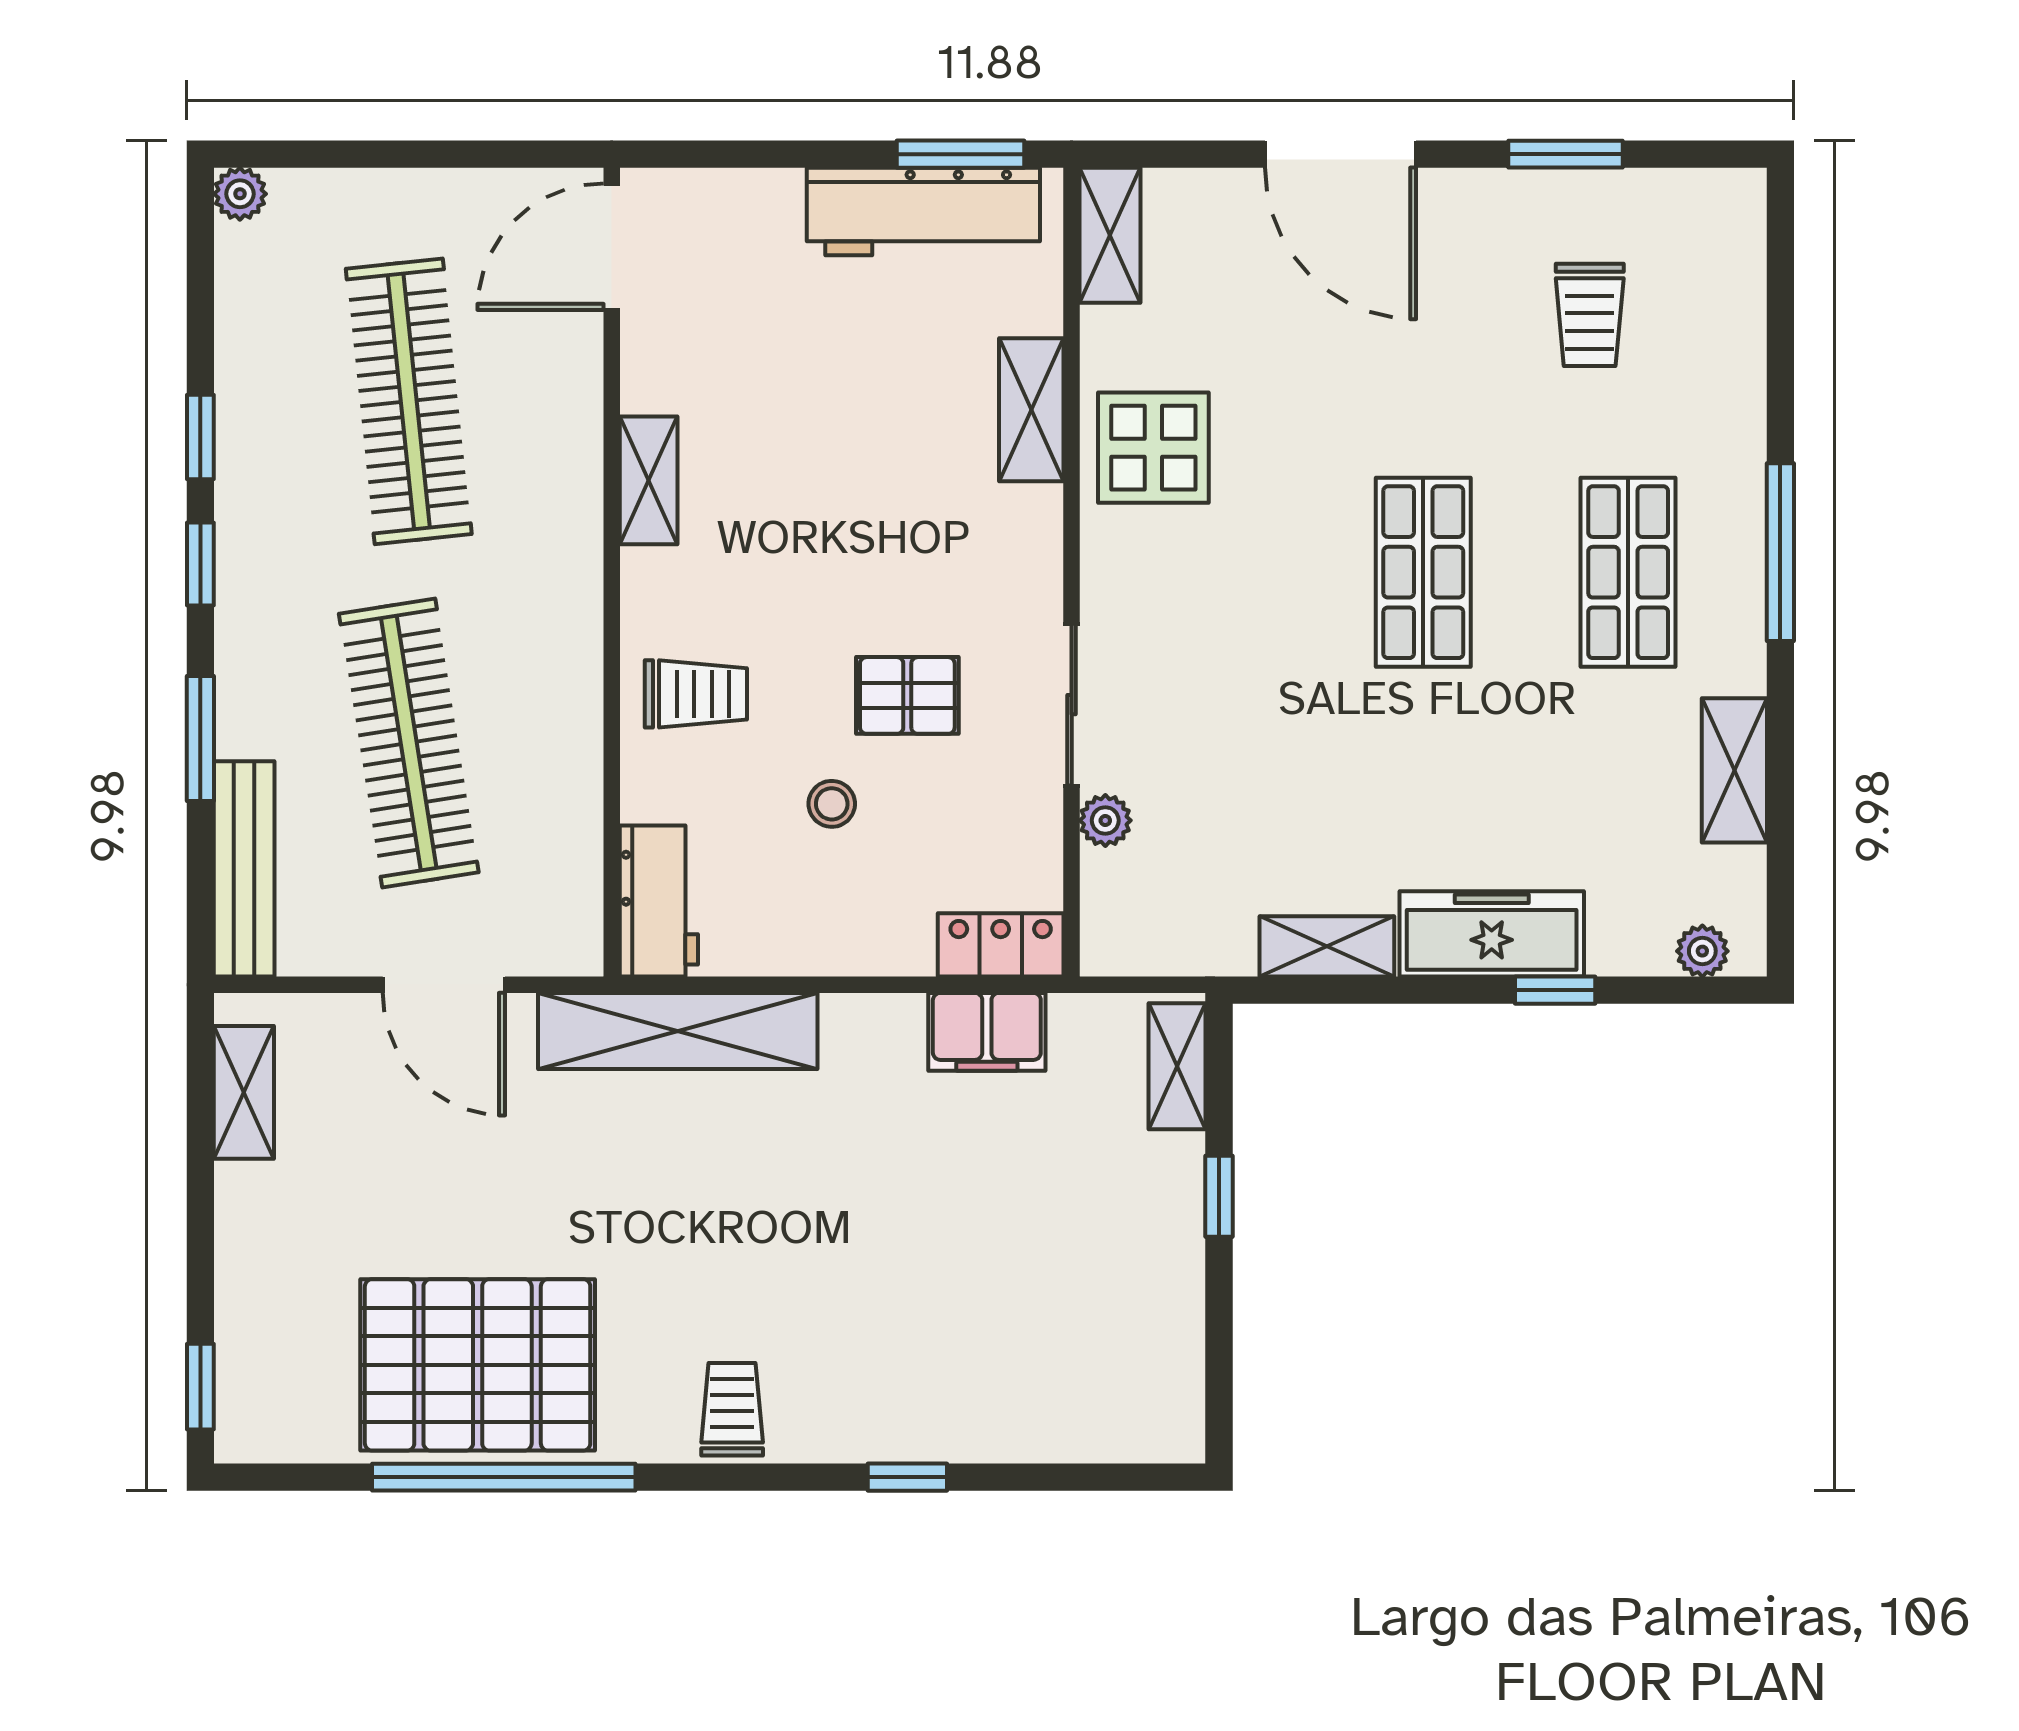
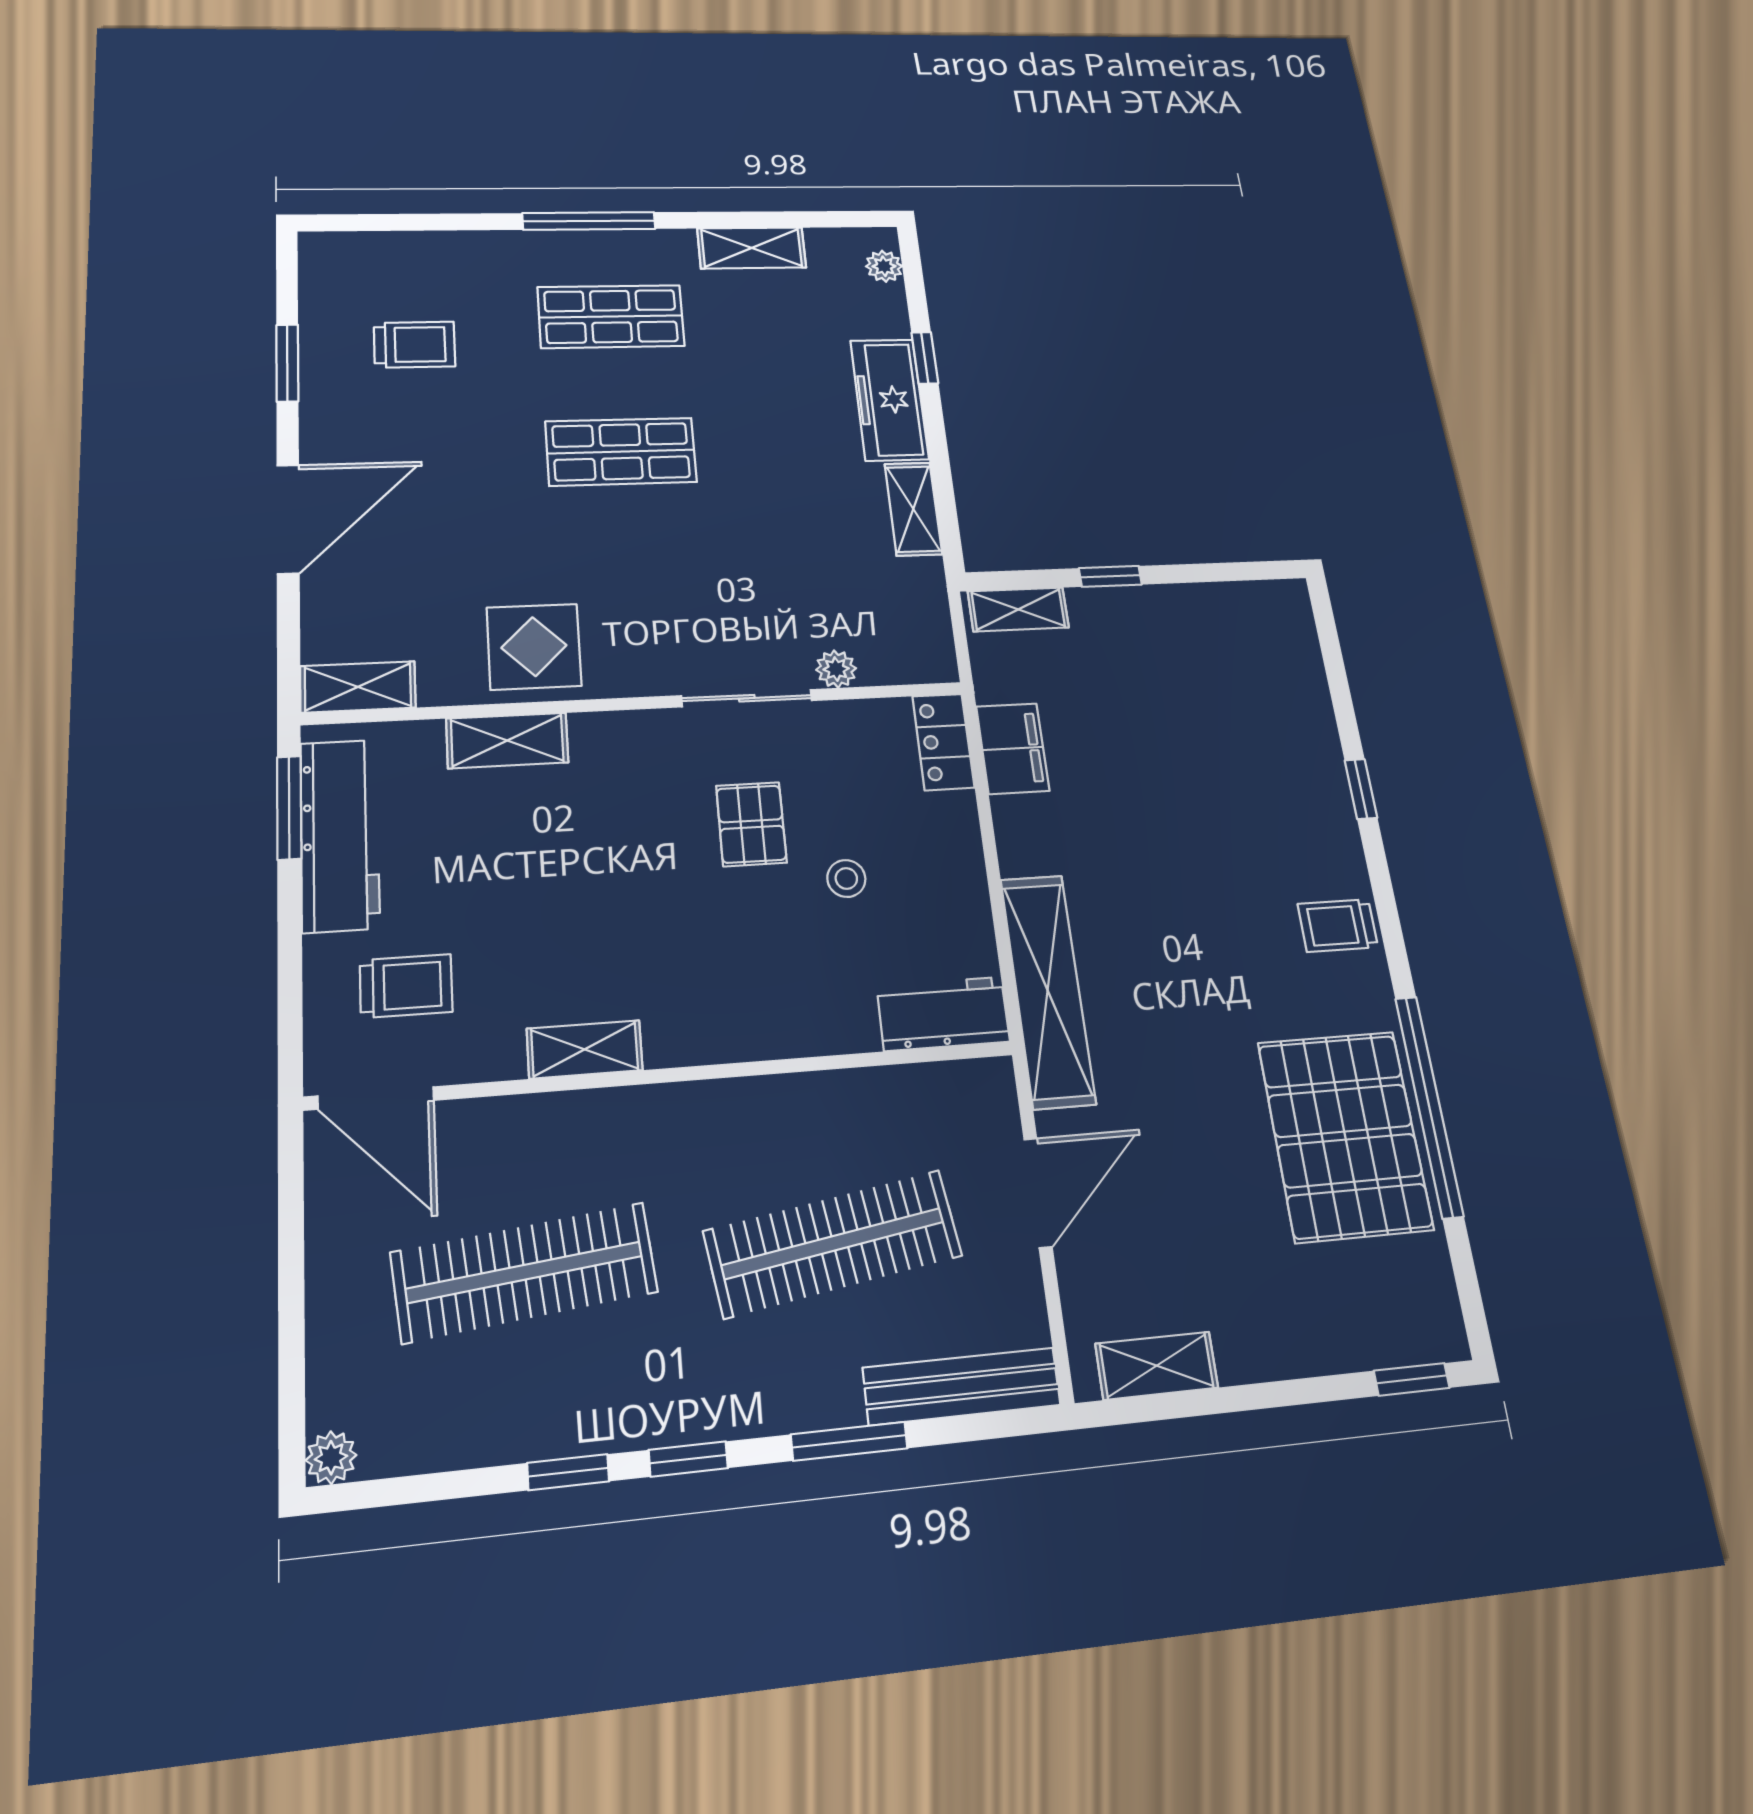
trolley: (696, 694) -> (406, 986), moved, turned 90

